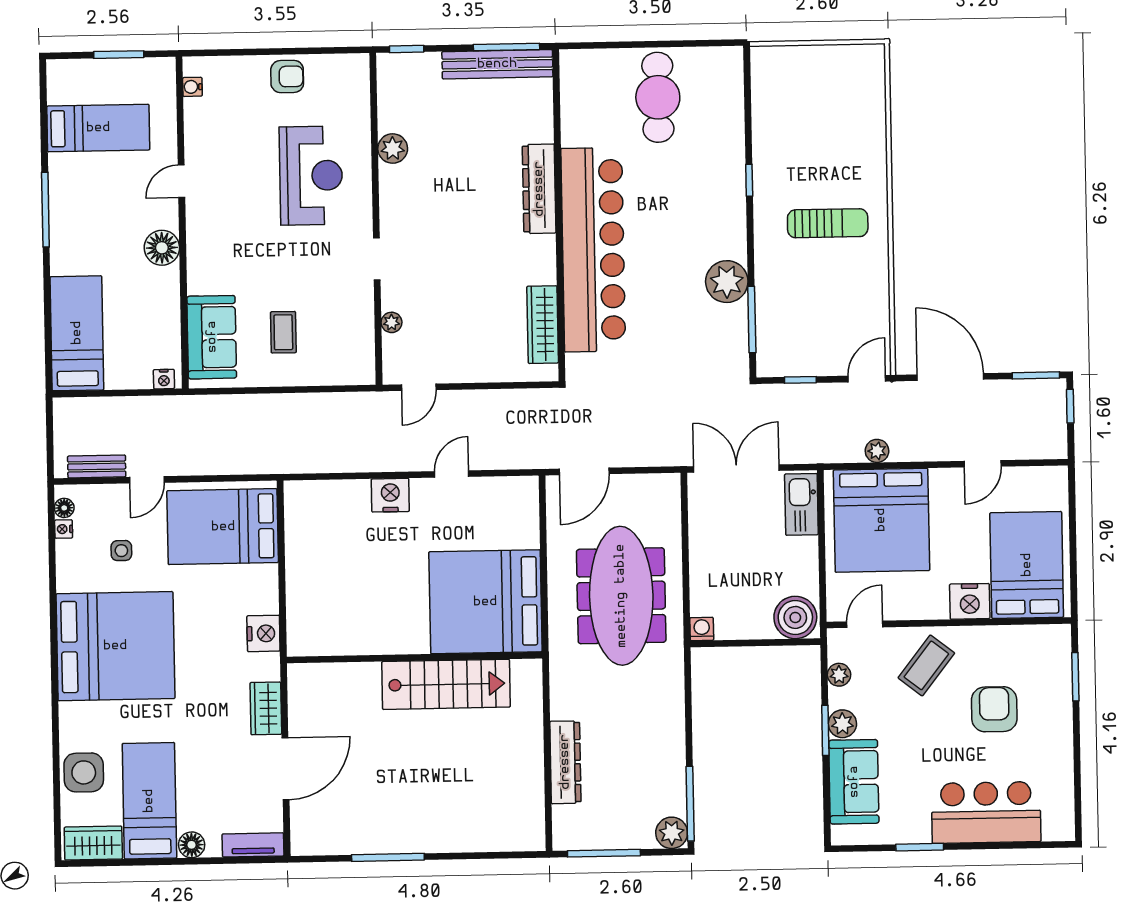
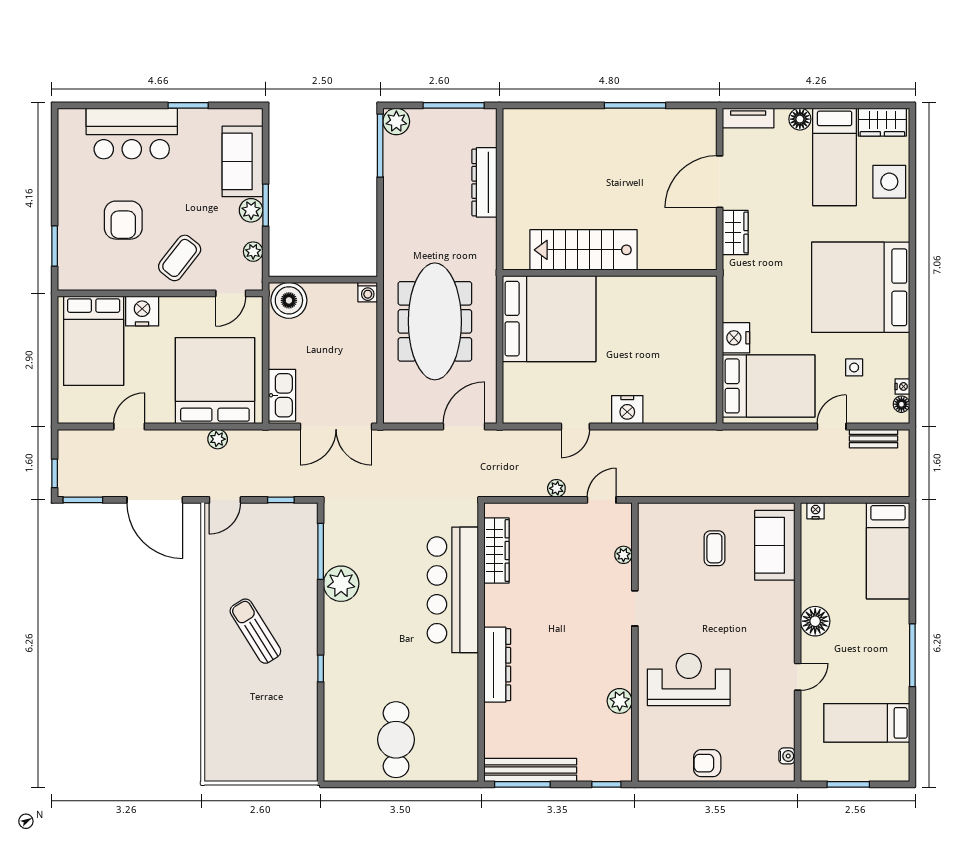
reception desk: (311, 176) -> (689, 680), turned 90
sun lounger: (828, 223) -> (255, 631), turned 58
bar counter: (593, 250) -> (453, 590), width x0.73
plant: (473, 400) -> (556, 488), added
nightstand: (263, 633) -> (736, 338), moved

